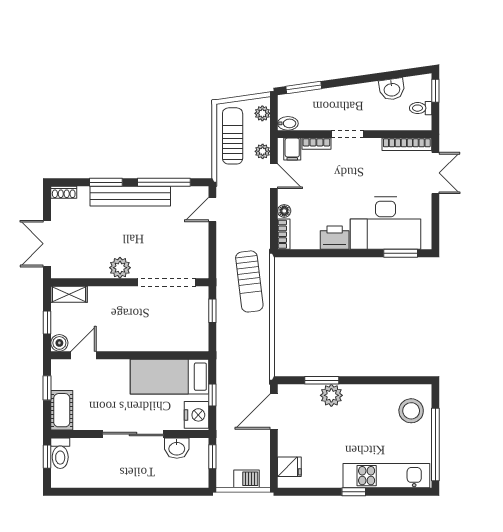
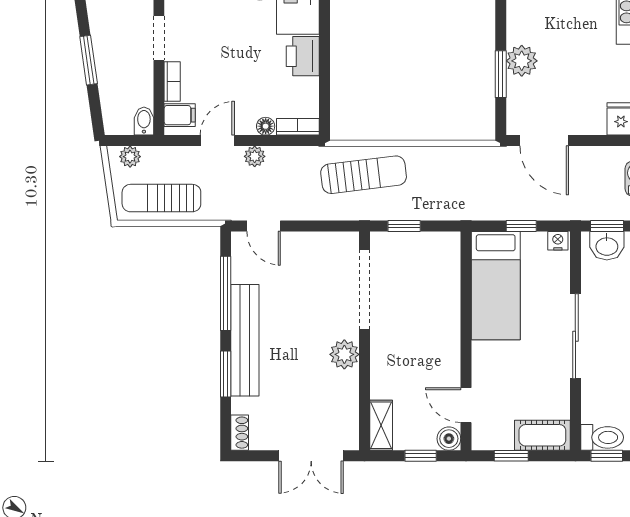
window: (304, 88) -> (89, 60), moved
plant: (263, 151) -> (255, 156), moved
nightstand: (196, 415) -> (558, 241), width x0.53, depth x0.56
washbasin: (177, 448) -> (607, 246), moved, turned 90

